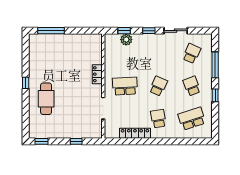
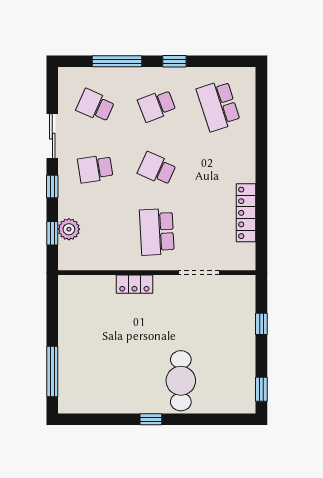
cafe table: (46, 99) -> (181, 381), turned 90
school desk: (158, 119) -> (95, 169), moved

